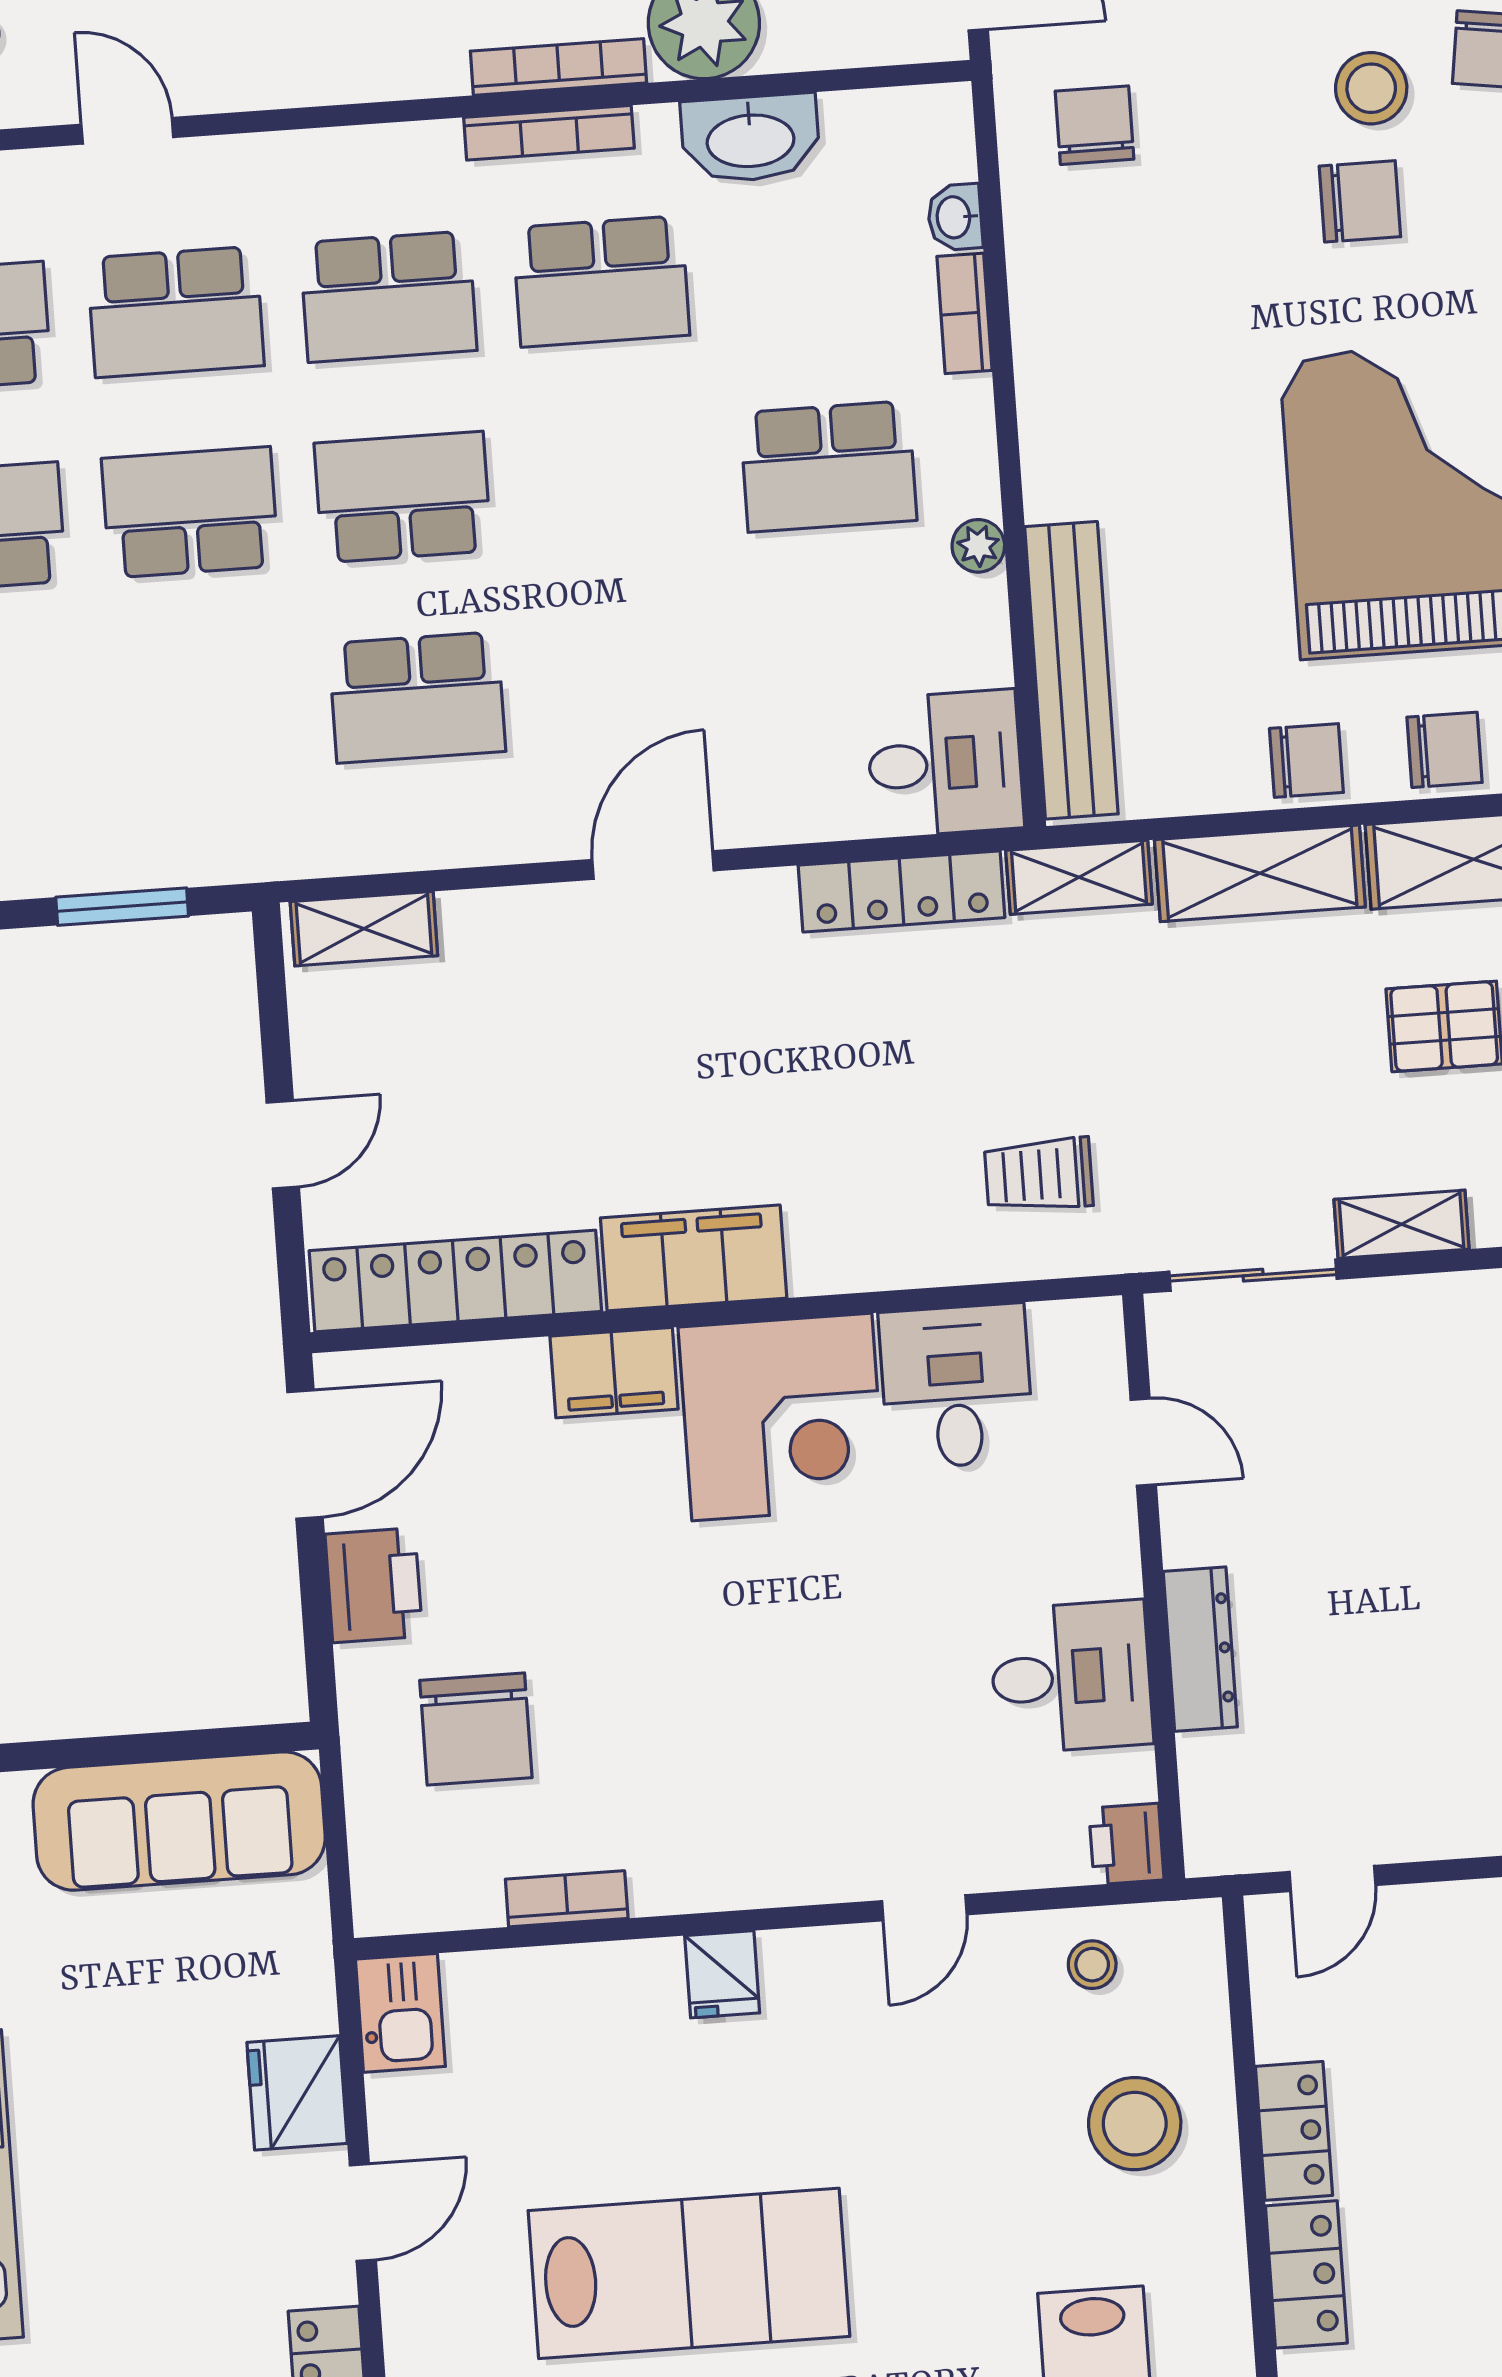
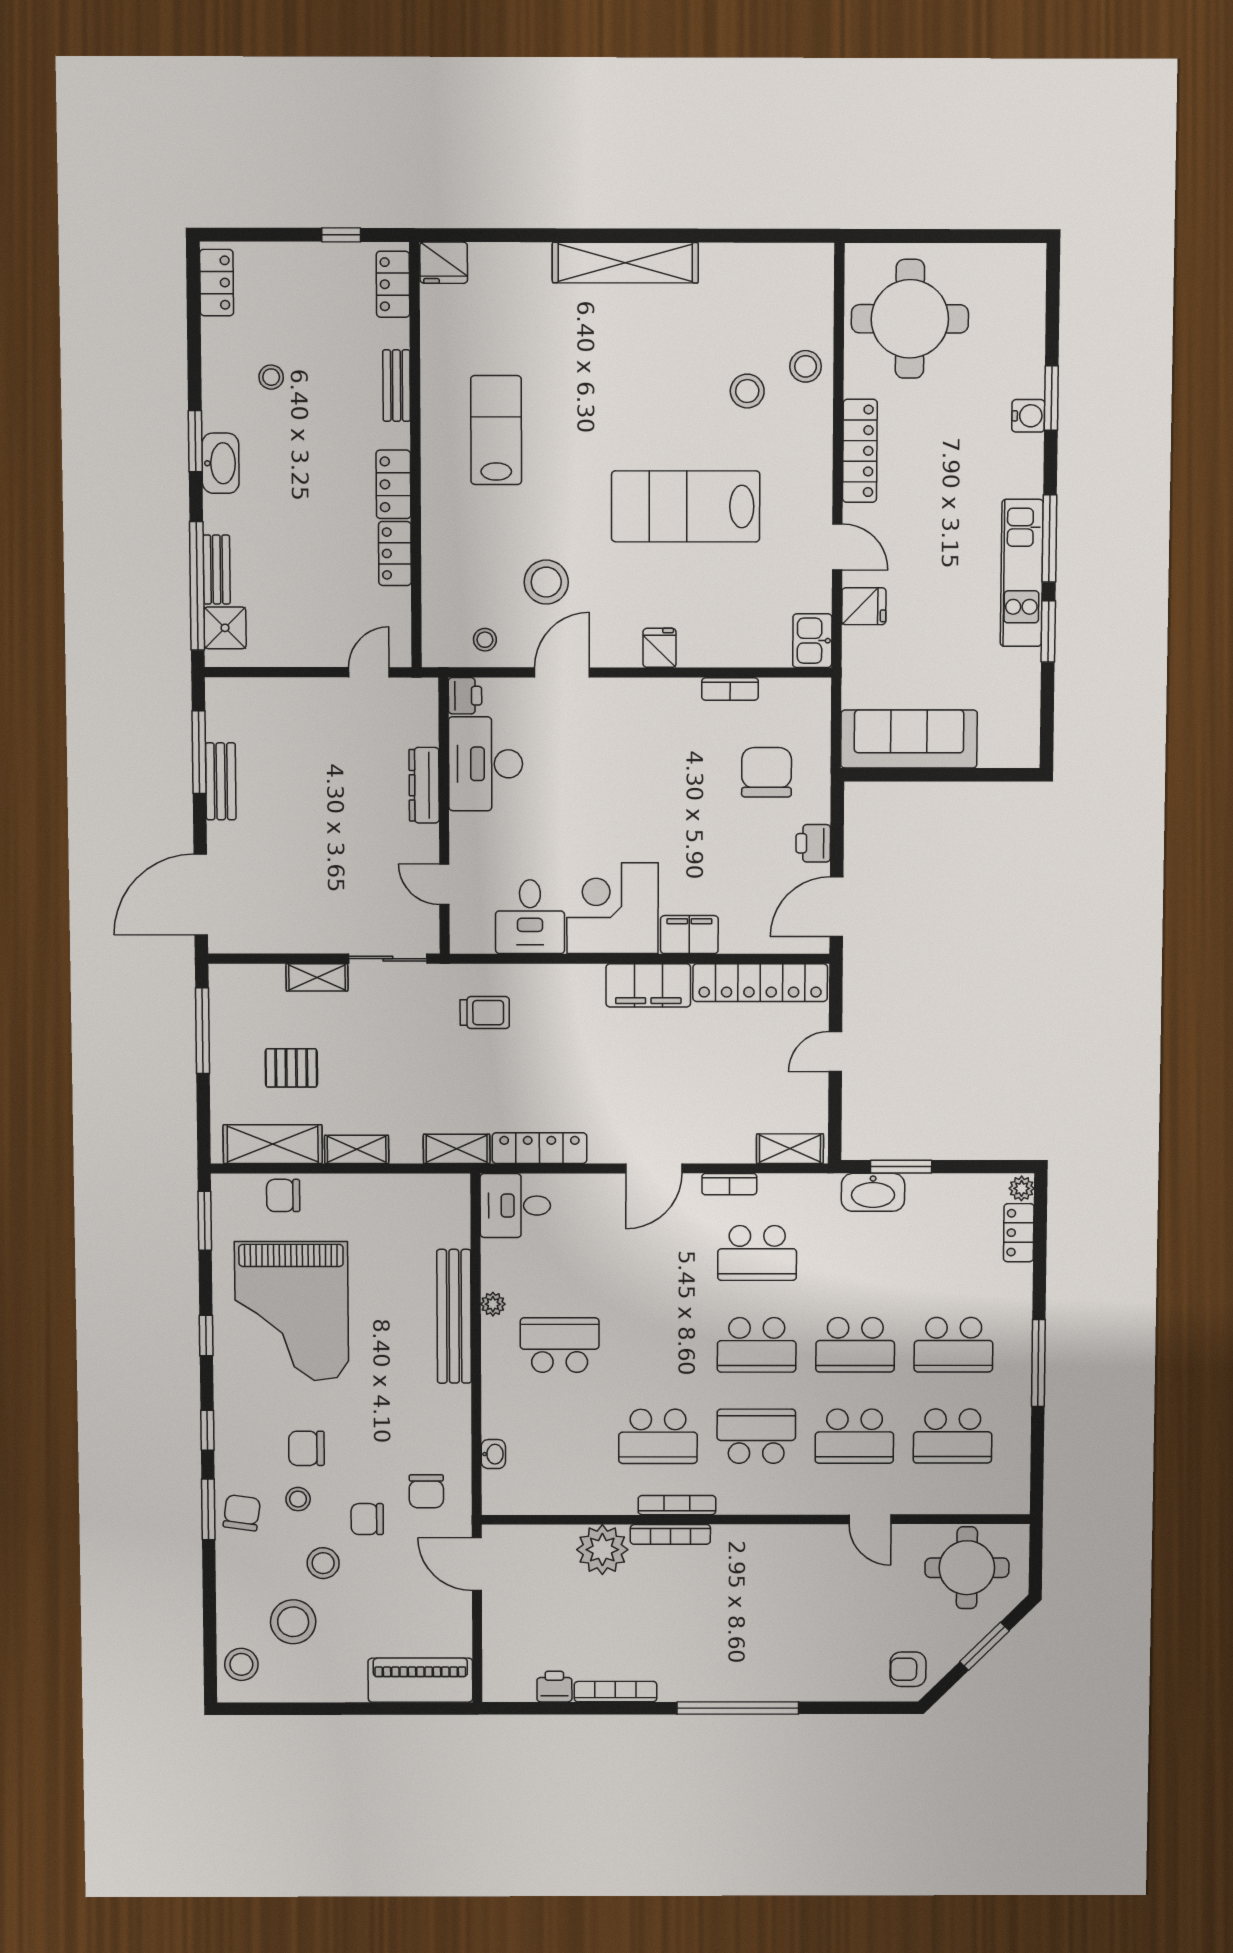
stool: (1371, 88) -> (298, 1499), width x0.73, depth x0.73
washbasin: (750, 138) -> (873, 1192), moved, turned 180
school desk: (601, 281) -> (658, 1436), turned 180
school desk: (176, 312) -> (854, 1436), turned 180
bookcase: (964, 313) -> (729, 1184), moved, turned 90
bench: (1071, 670) -> (454, 1316), moved
school desk: (417, 697) -> (757, 1253), turned 180
chair: (1306, 760) -> (367, 1519), moved
shelving: (1260, 873) -> (357, 1149), width x0.67, depth x0.75
printer: (374, 1585) -> (813, 843), width x0.73, depth x0.81
desk: (1071, 1677) -> (486, 764), width x1.37
door: (924, 1908) -> (562, 672), width x1.38
fridge: (297, 2093) -> (864, 606), width x0.72
stool: (1135, 2124) -> (546, 582), moved
door: (363, 2212) -> (837, 547), swing flipped

